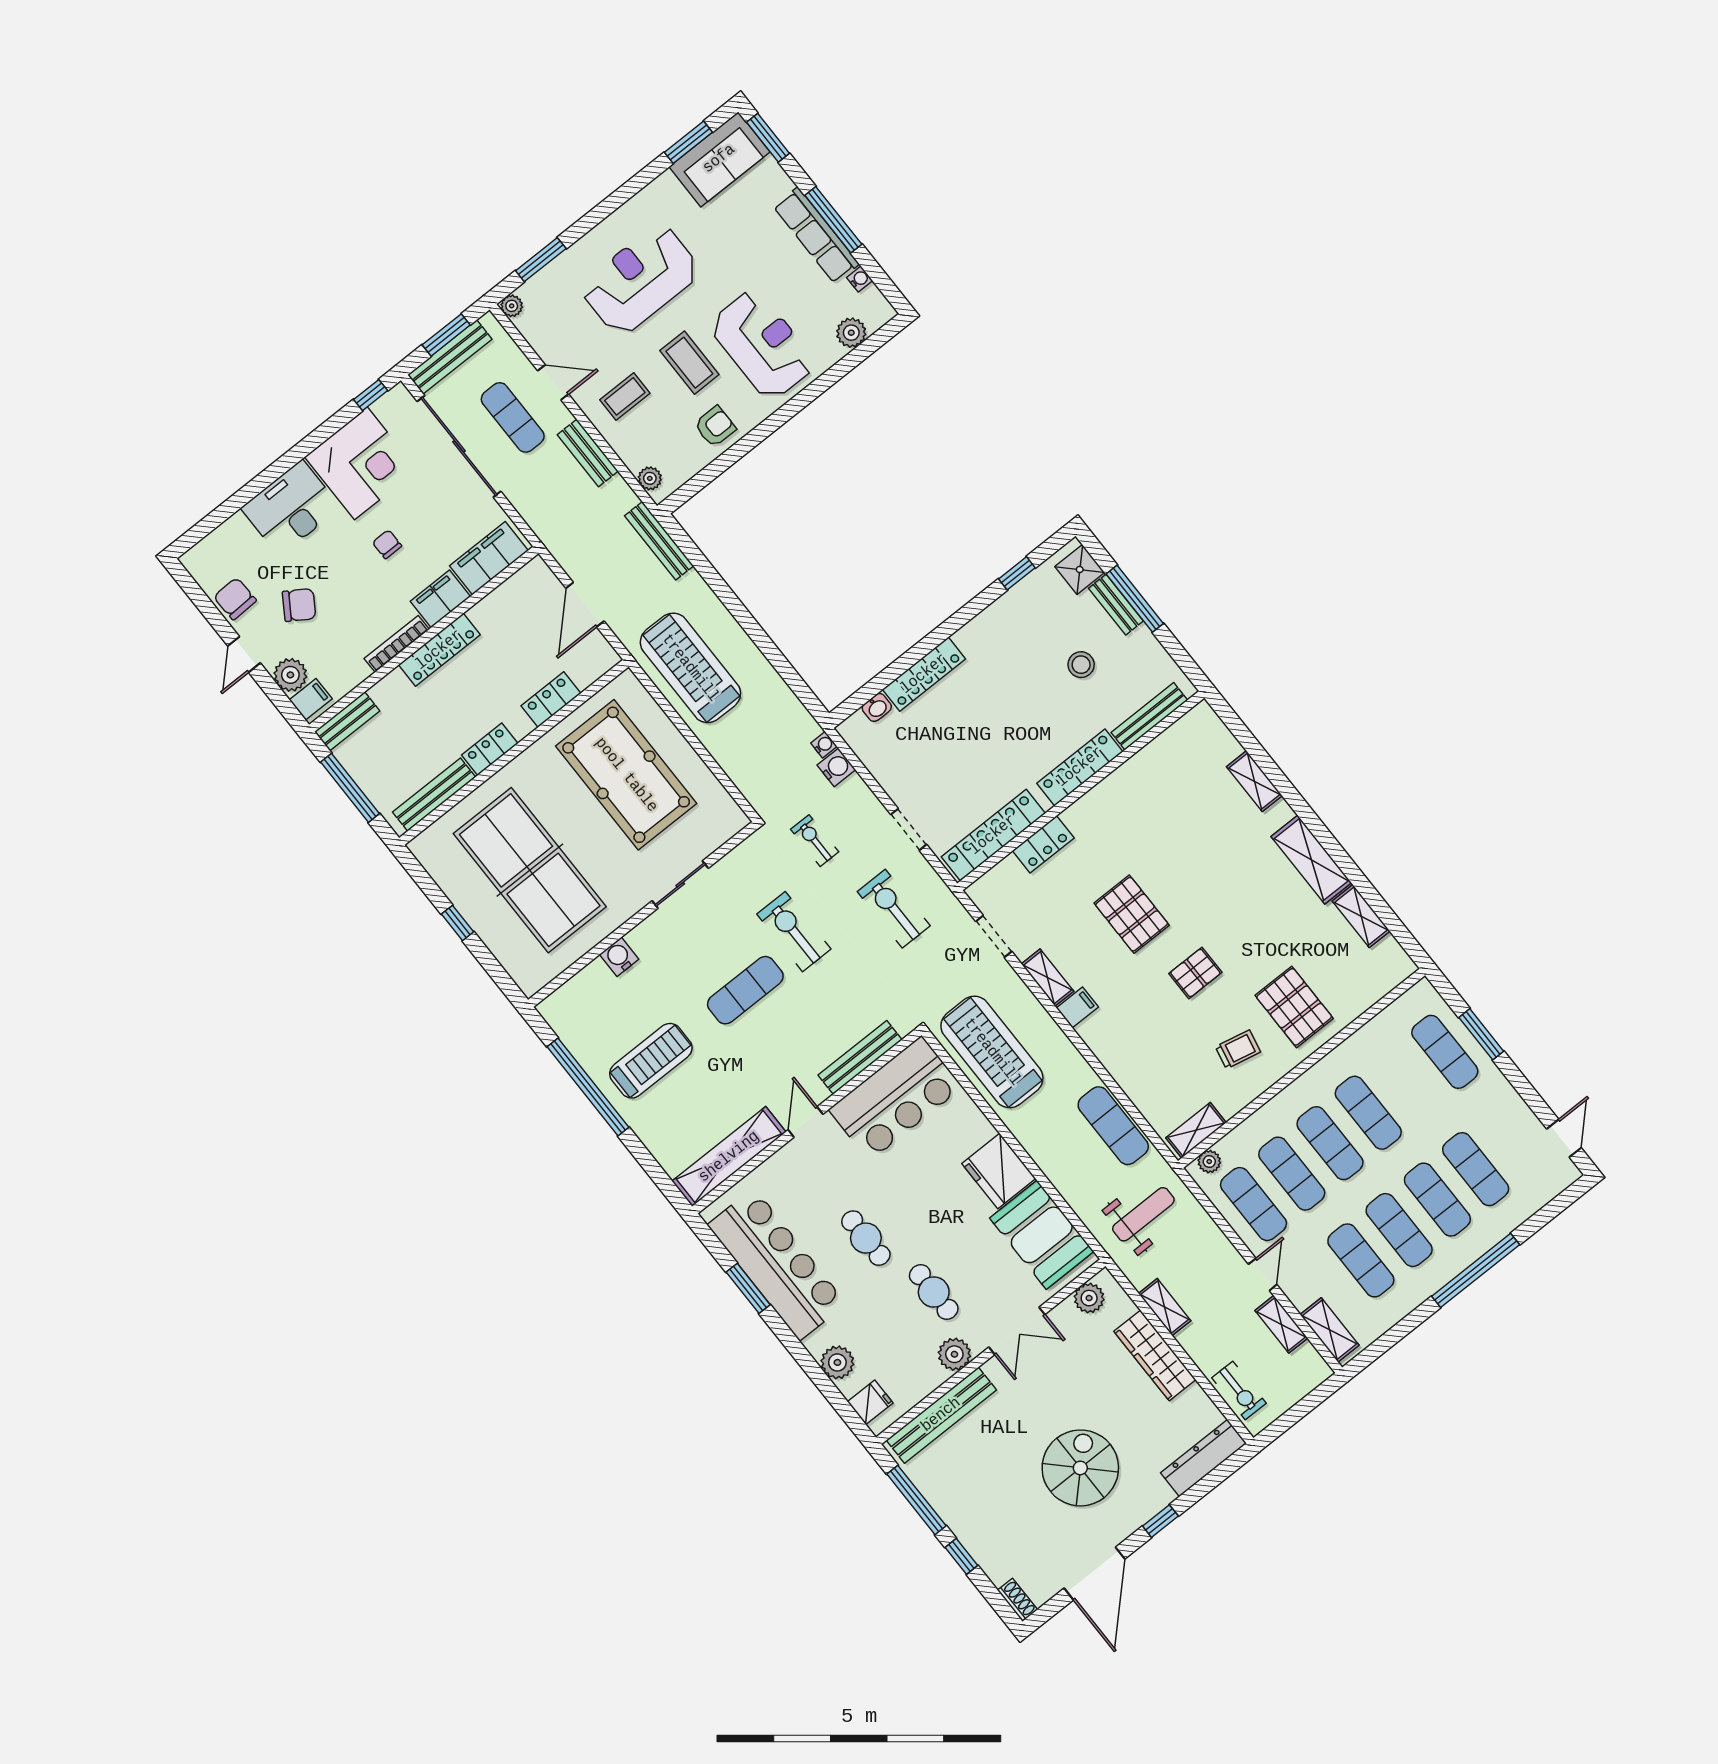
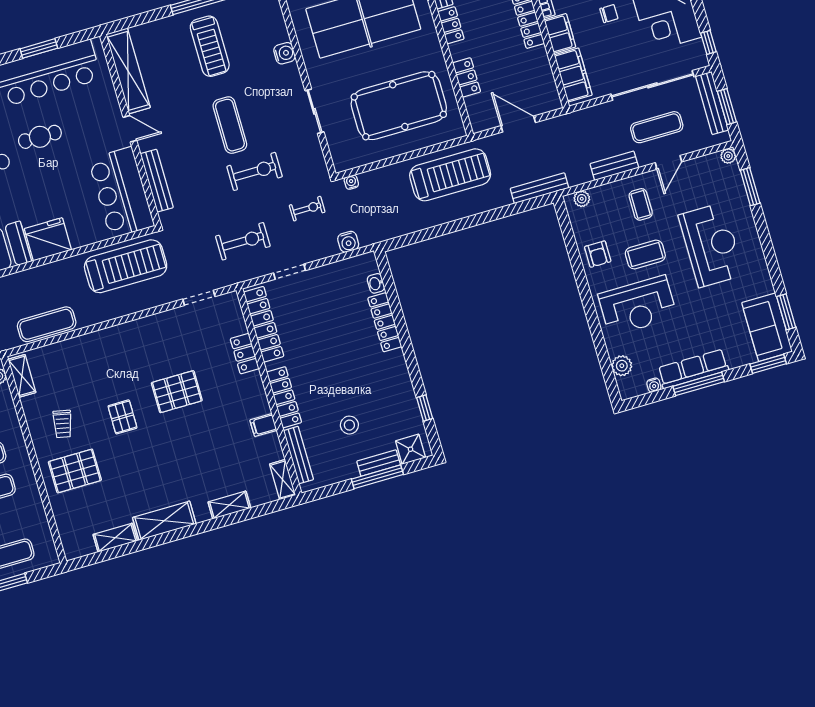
water cooler: (824, 745) -> (351, 182), moved, turned 180
shelving: (1047, 978) -> (283, 480), moved, turned 90
filing cabinet: (1077, 1007) -> (263, 425), moved, turned 90

